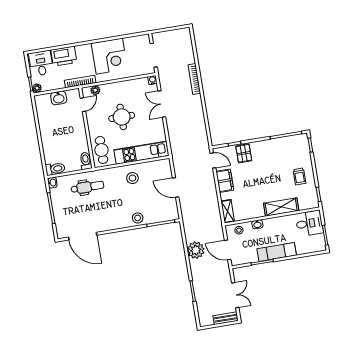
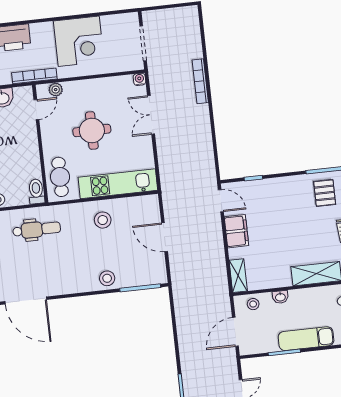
pallet: (244, 153) -> (325, 193), moved
plant: (196, 250) -> (189, 330), removed
door: (228, 250) -> (235, 332), hinge flipped

